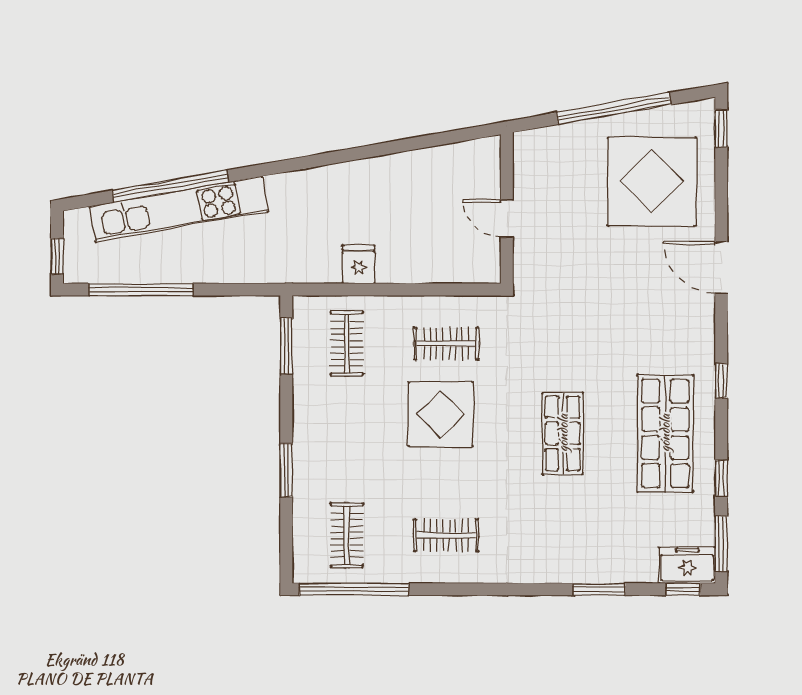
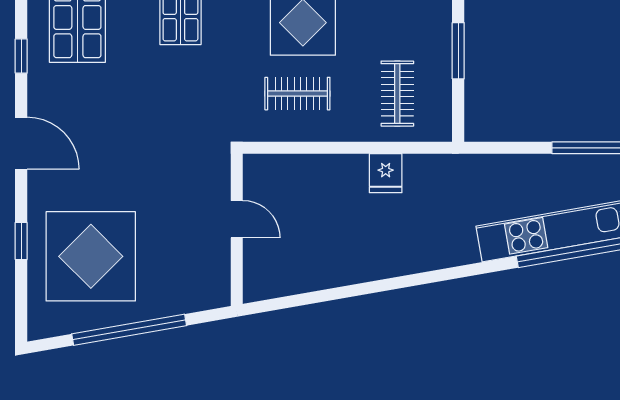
window: (721, 129) -> (21, 241), moved
door: (721, 268) -> (21, 143), moved
window: (286, 346) -> (458, 51), moved

